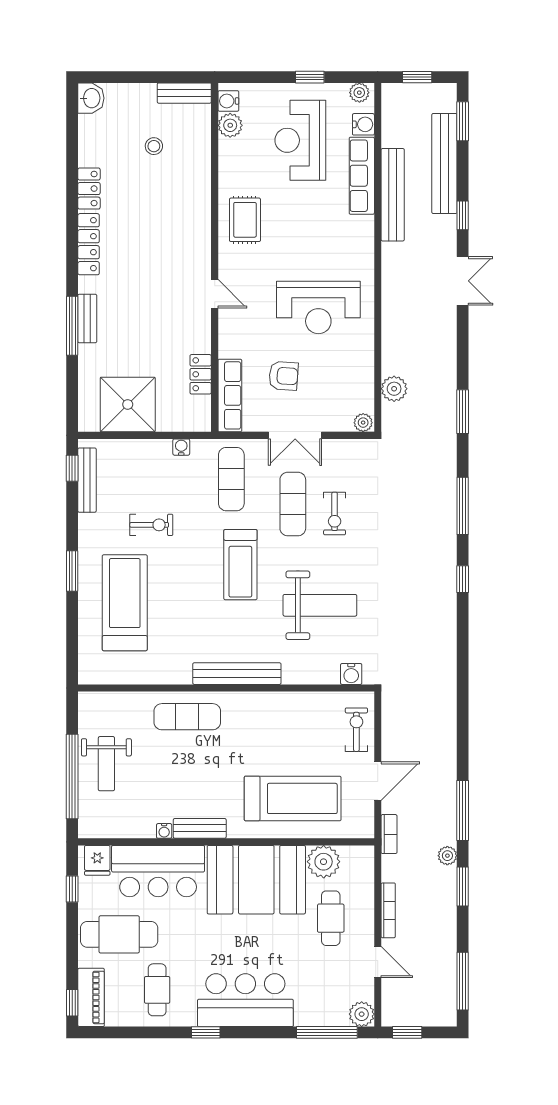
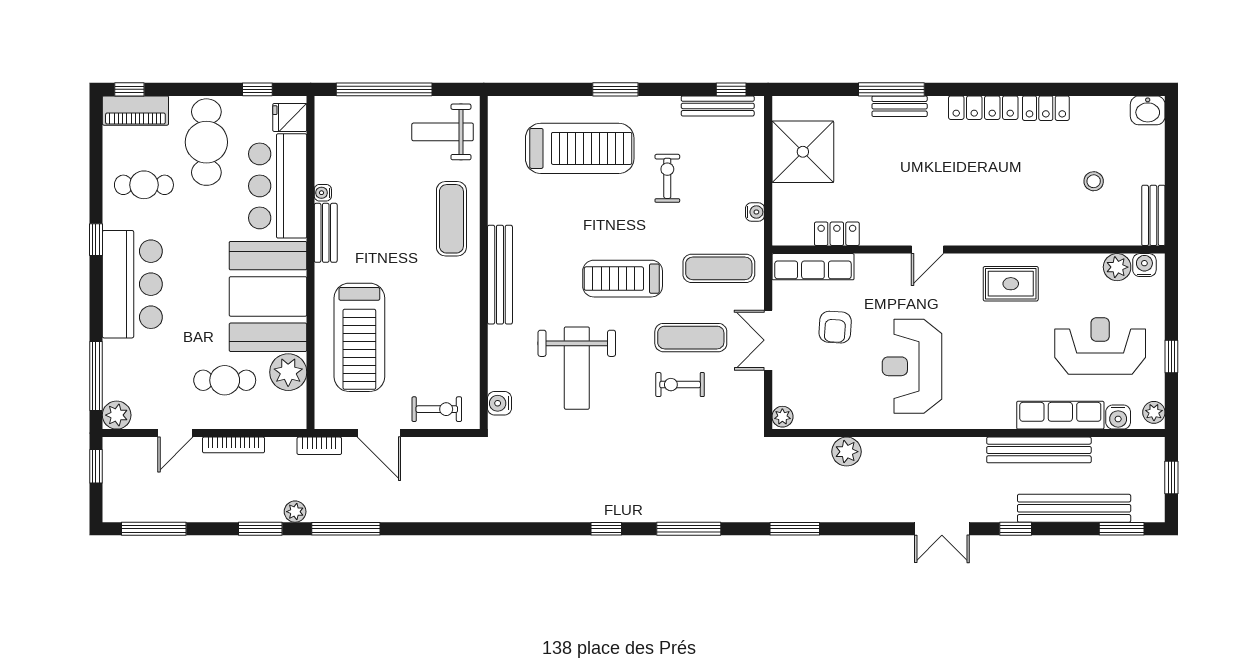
plant: (394, 389) -> (847, 452), moved
exercise bike: (151, 525) -> (667, 178), turned 180
weight bench: (106, 764) -> (443, 132), moved

